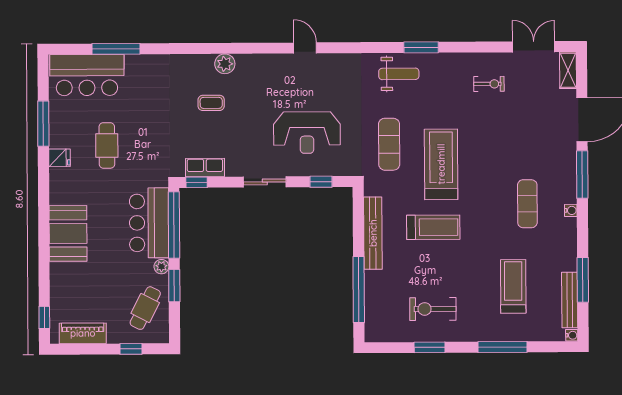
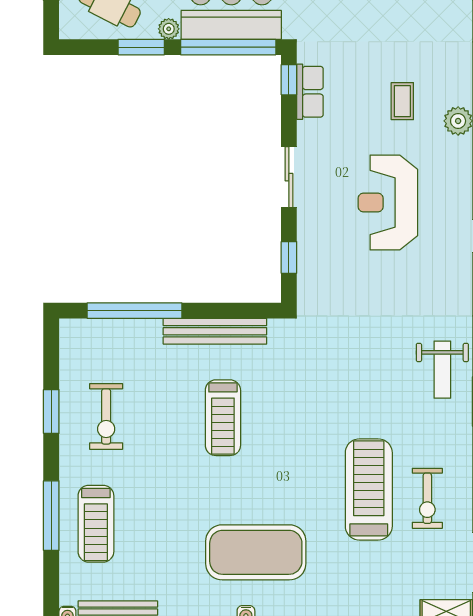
exercise bike: (489, 84) -> (427, 498), width x1.38, depth x1.39
reception desk: (307, 133) -> (388, 202), moved
exercise mat: (389, 144) -> (342, 355), removed
treadmill: (441, 164) -> (369, 489), moved, turned -90
exercise mat: (527, 204) -> (256, 552), width x2.00, depth x1.45
treadmill: (513, 286) -> (96, 524), moved, turned 90
exercise bike: (433, 309) -> (106, 416), turned 180

